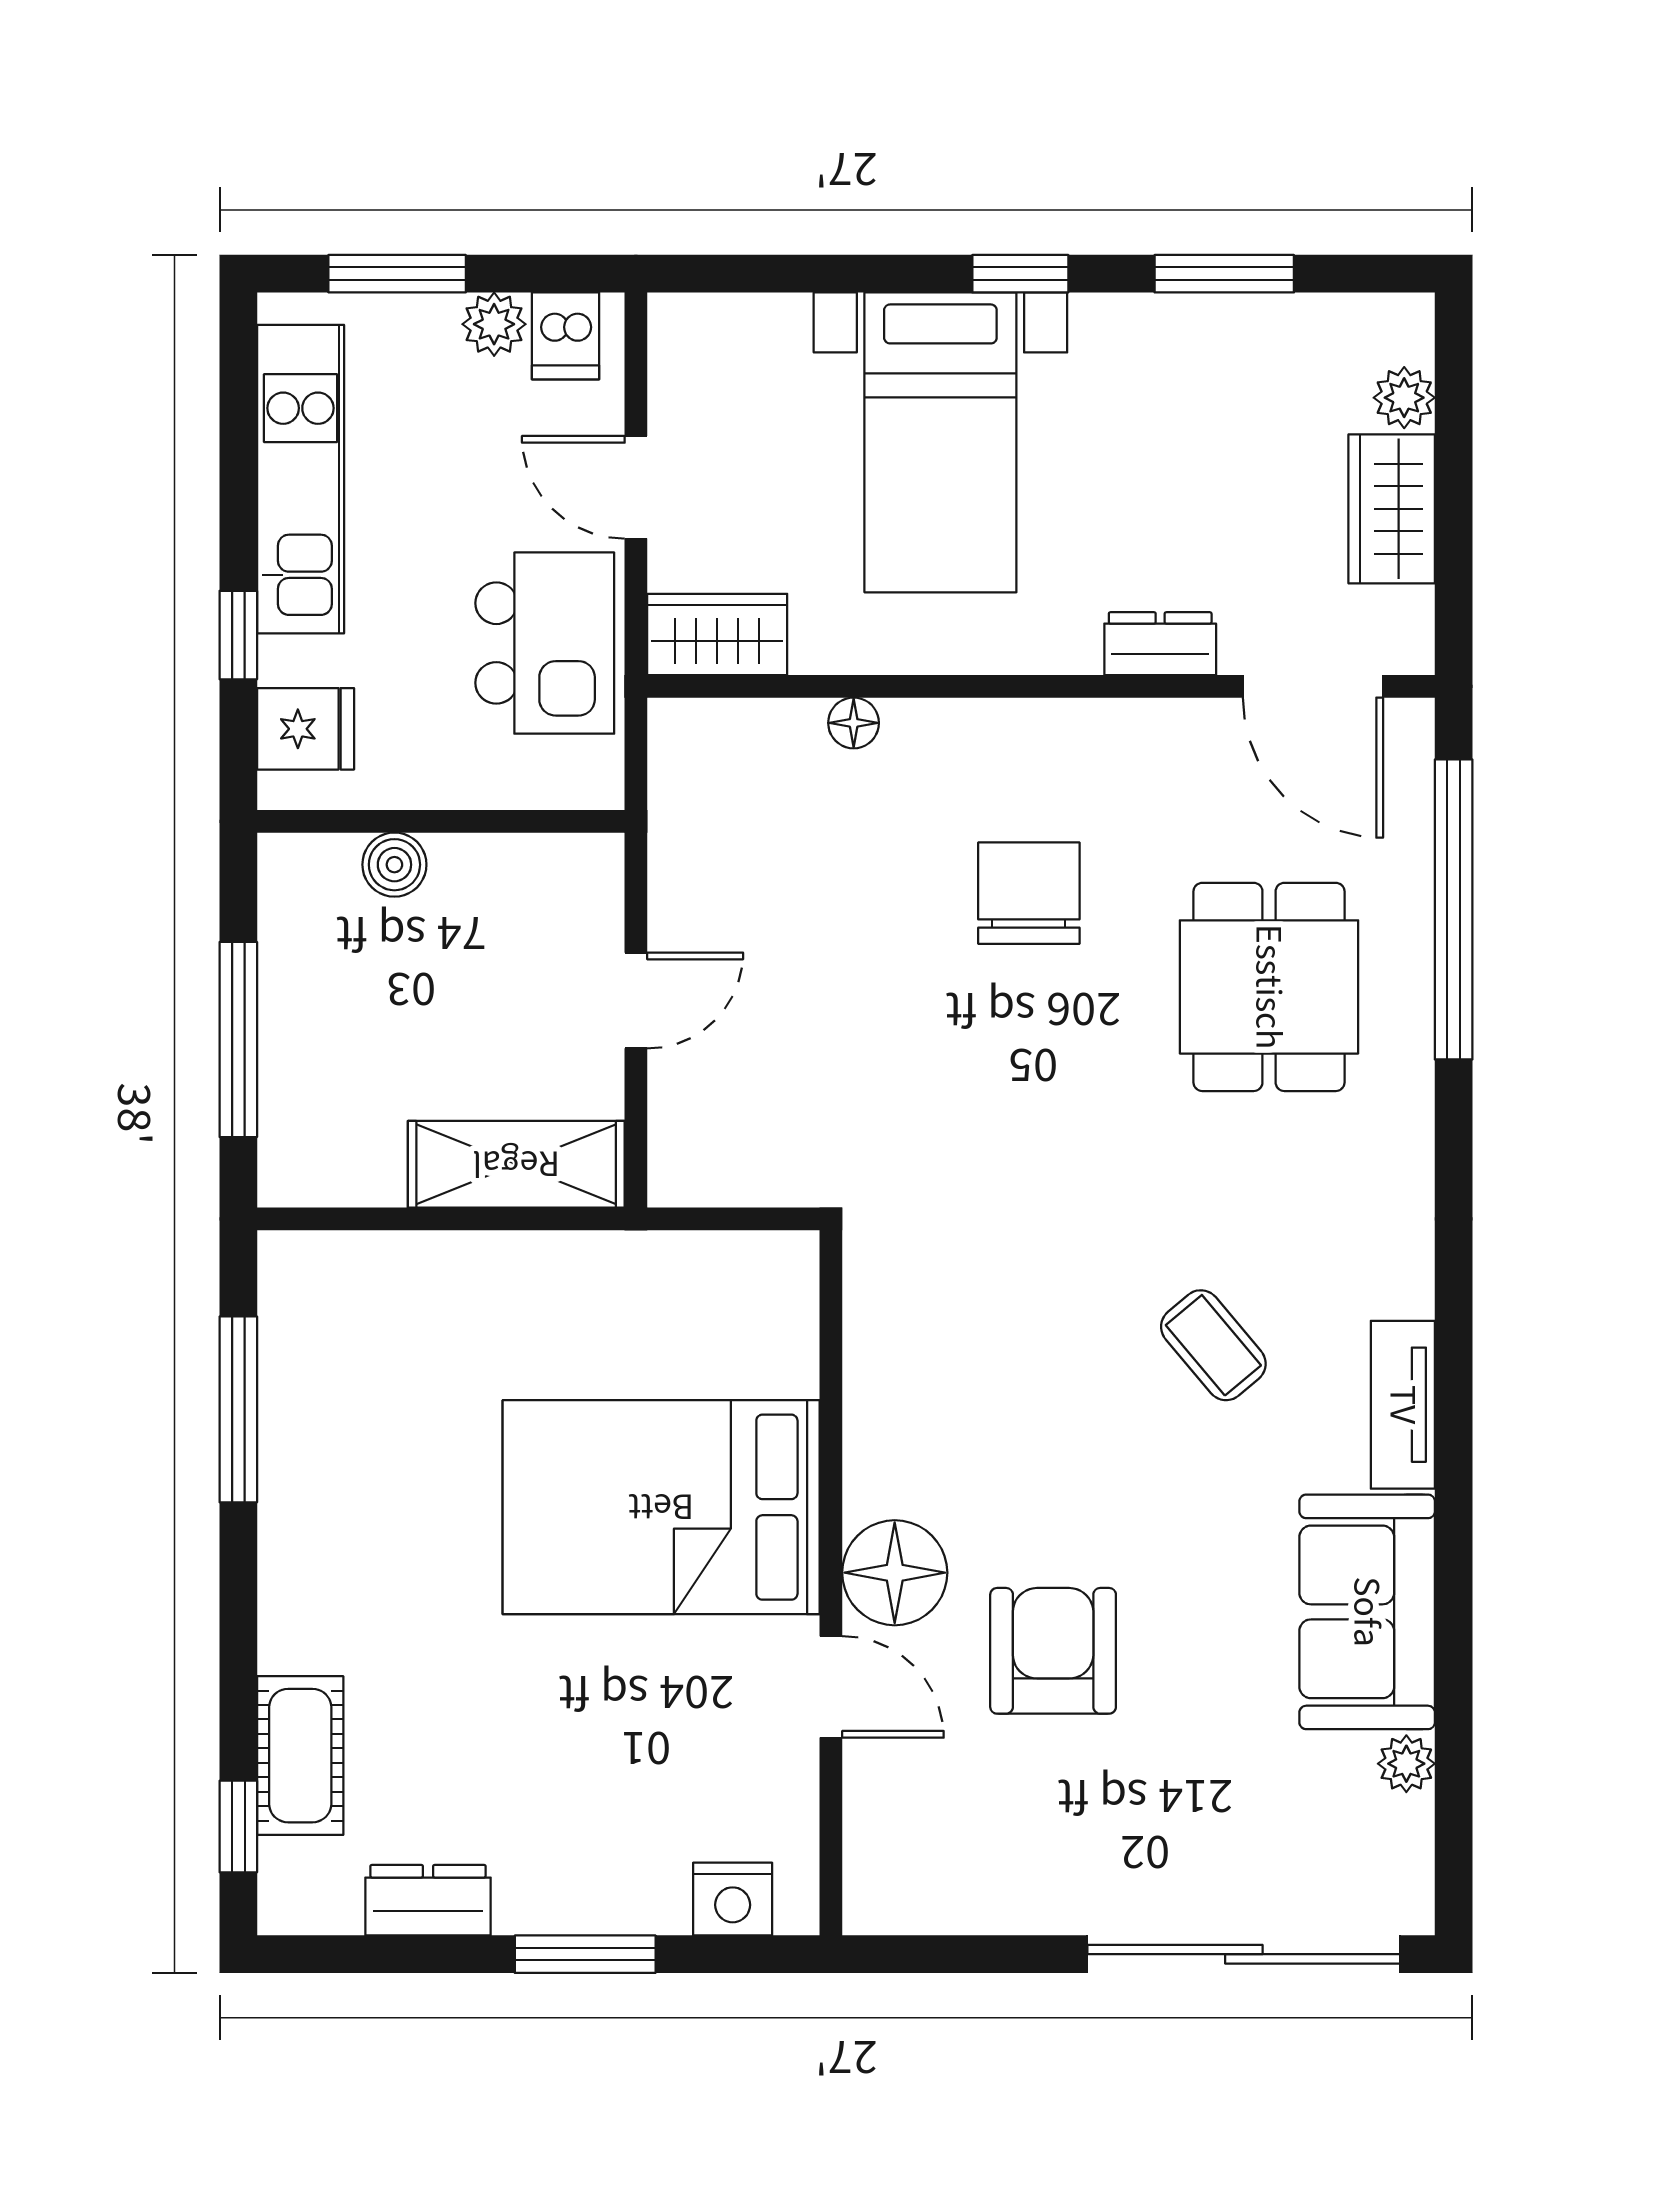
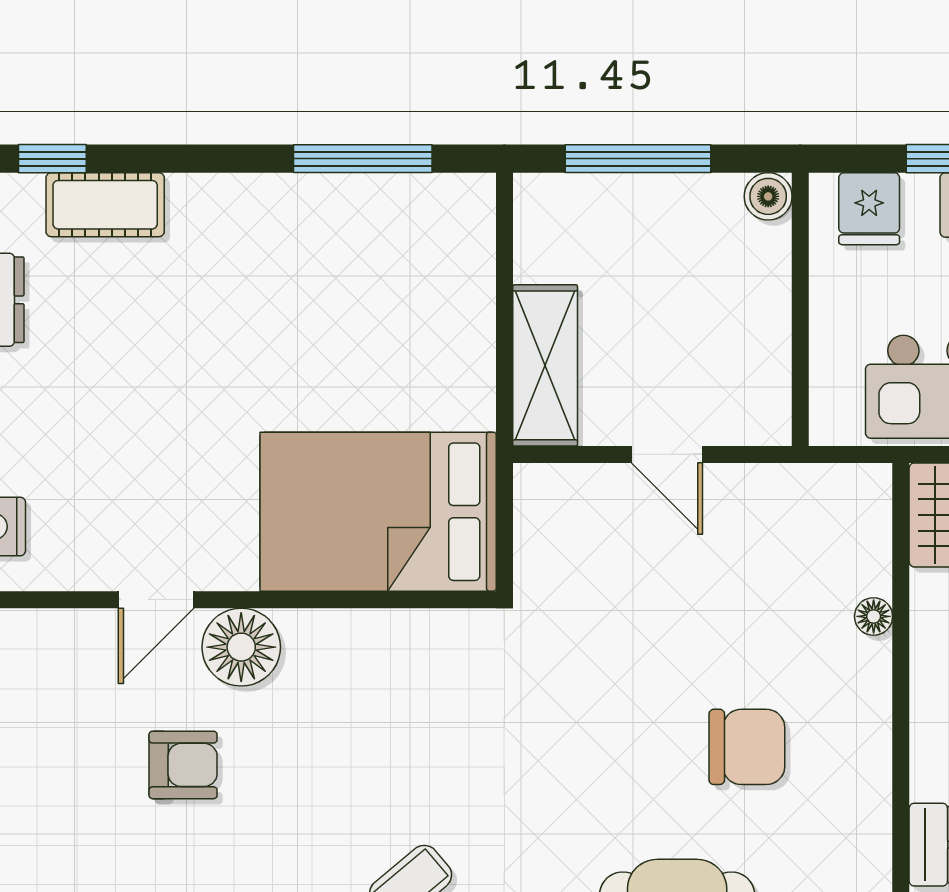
boiler: (394, 865) -> (768, 196), moved
bed: (661, 1507) -> (378, 512), moved, turned -90
armchair: (1053, 1651) -> (183, 765), width x0.72, depth x0.72

